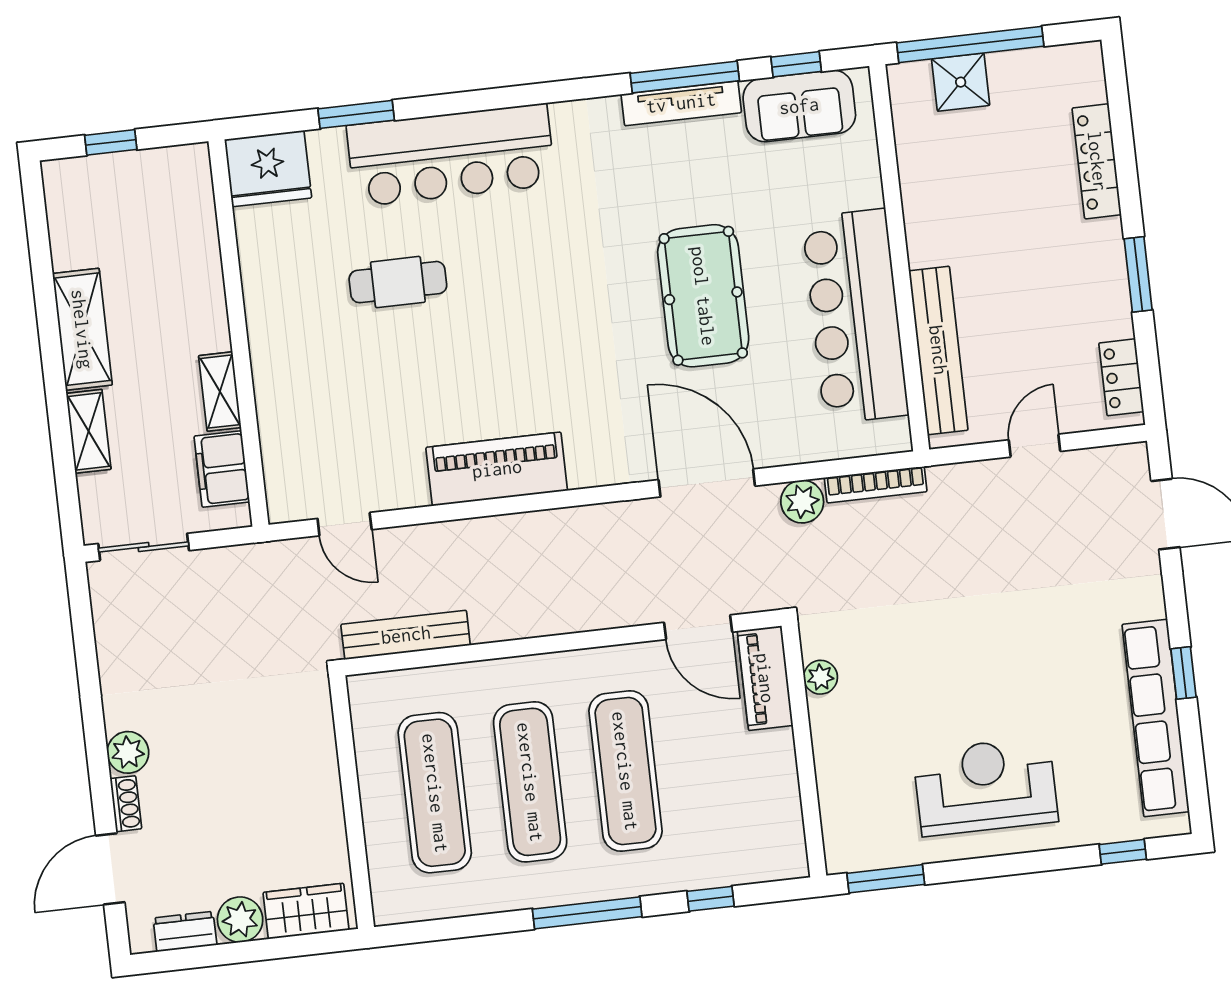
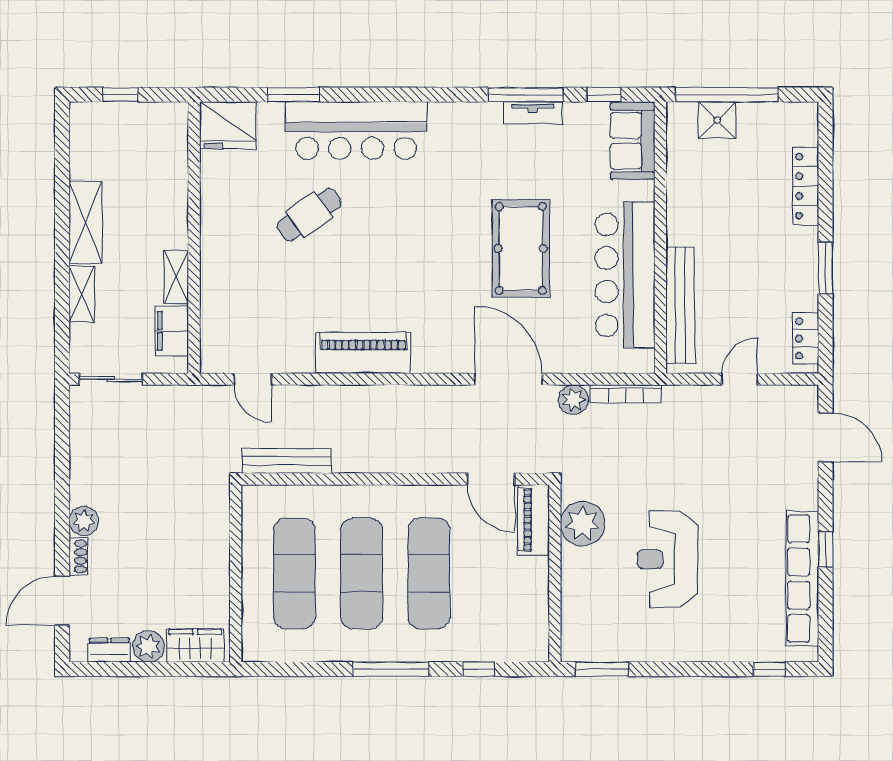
tv unit: (681, 103) -> (533, 113), width x0.71
sofa: (799, 106) -> (632, 141), moved, turned 90
cafe table: (398, 282) -> (309, 215), turned -35
plant: (821, 677) -> (583, 524), width x1.88, depth x1.88
reception desk: (986, 786) -> (668, 559), moved, turned -90

